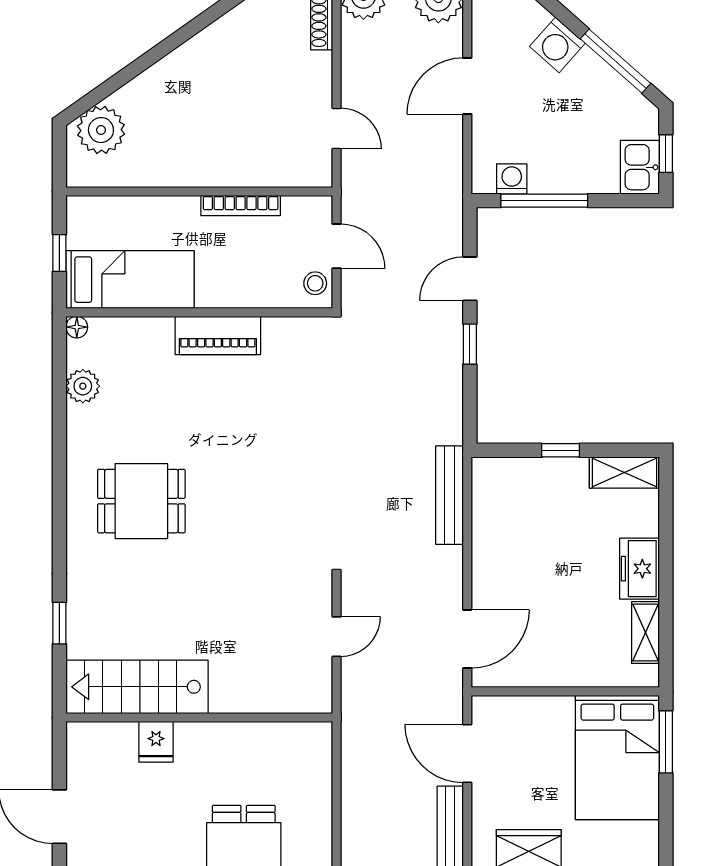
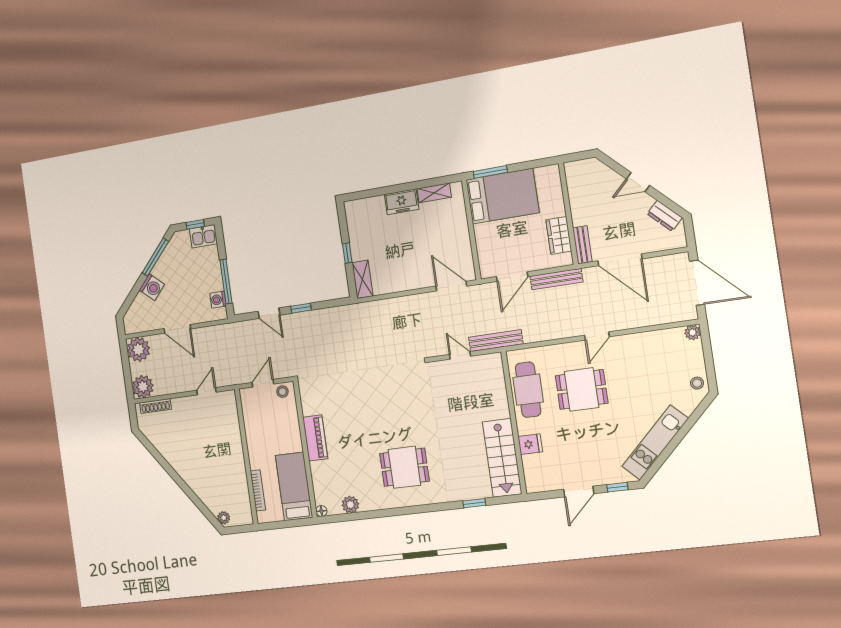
plant: (101, 130) -> (224, 518), width x0.53, depth x0.53
bookcase: (241, 206) -> (258, 490), moved
window: (59, 253) -> (286, 524), removed
shelving: (624, 472) -> (362, 279), moved
bench: (449, 495) -> (496, 341), moved
dining table: (141, 501) -> (404, 467), turned 90
cafe table: (256, 752) -> (528, 390), added

